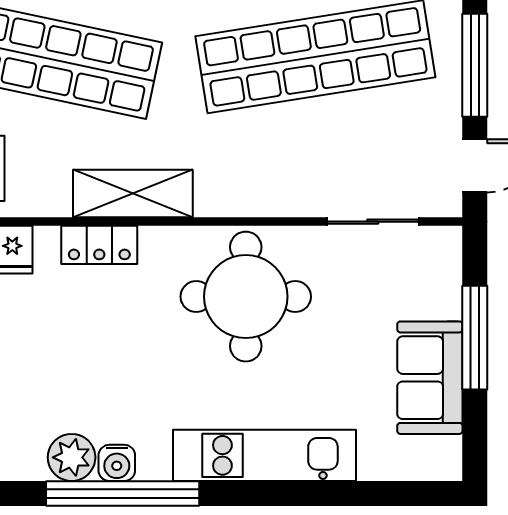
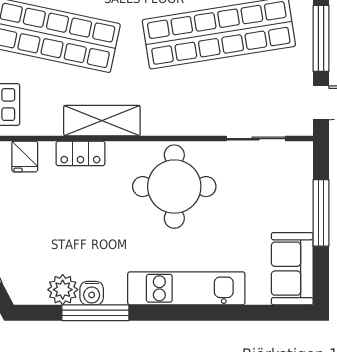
sofa: (430, 378) -> (292, 269), moved
window: (123, 493) -> (95, 313), width x0.68

